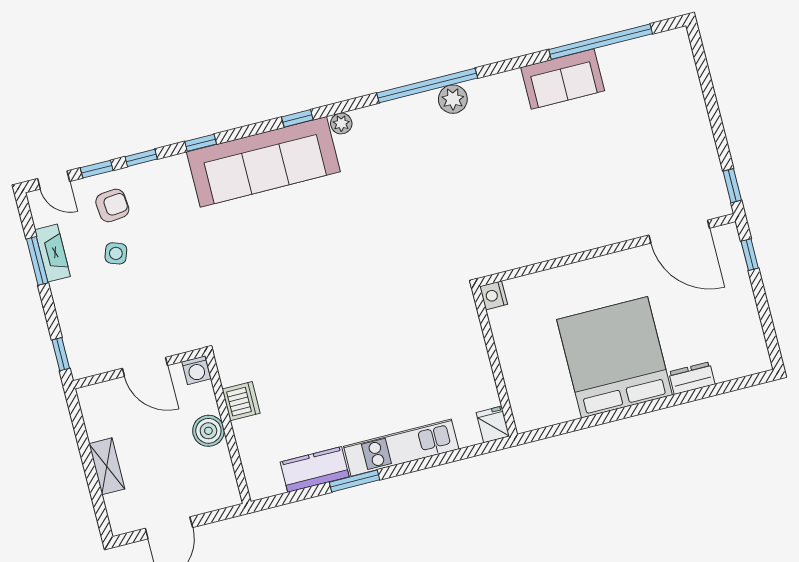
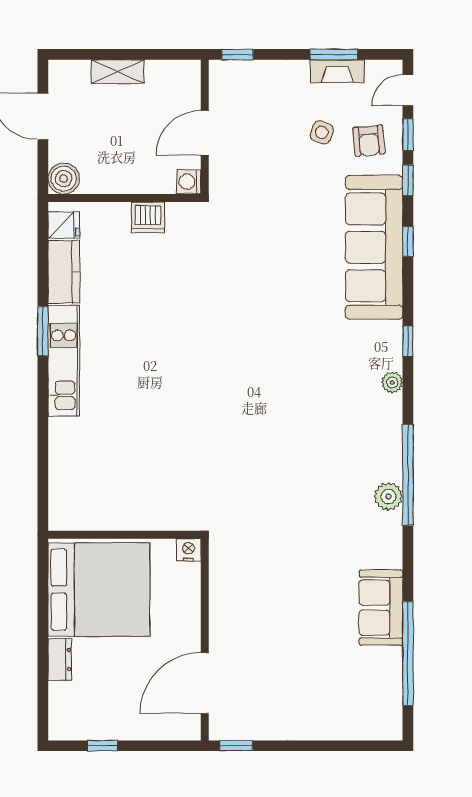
sofa: (263, 162) -> (374, 247), moved
window: (750, 255) -> (102, 746), moved
nightstand: (494, 295) -> (189, 550), moved
wall: (495, 361) -> (124, 535), moved
fridge: (493, 424) -> (64, 225), moved
boiler: (208, 431) -> (64, 179), moved
window: (354, 481) -> (43, 331), moved

